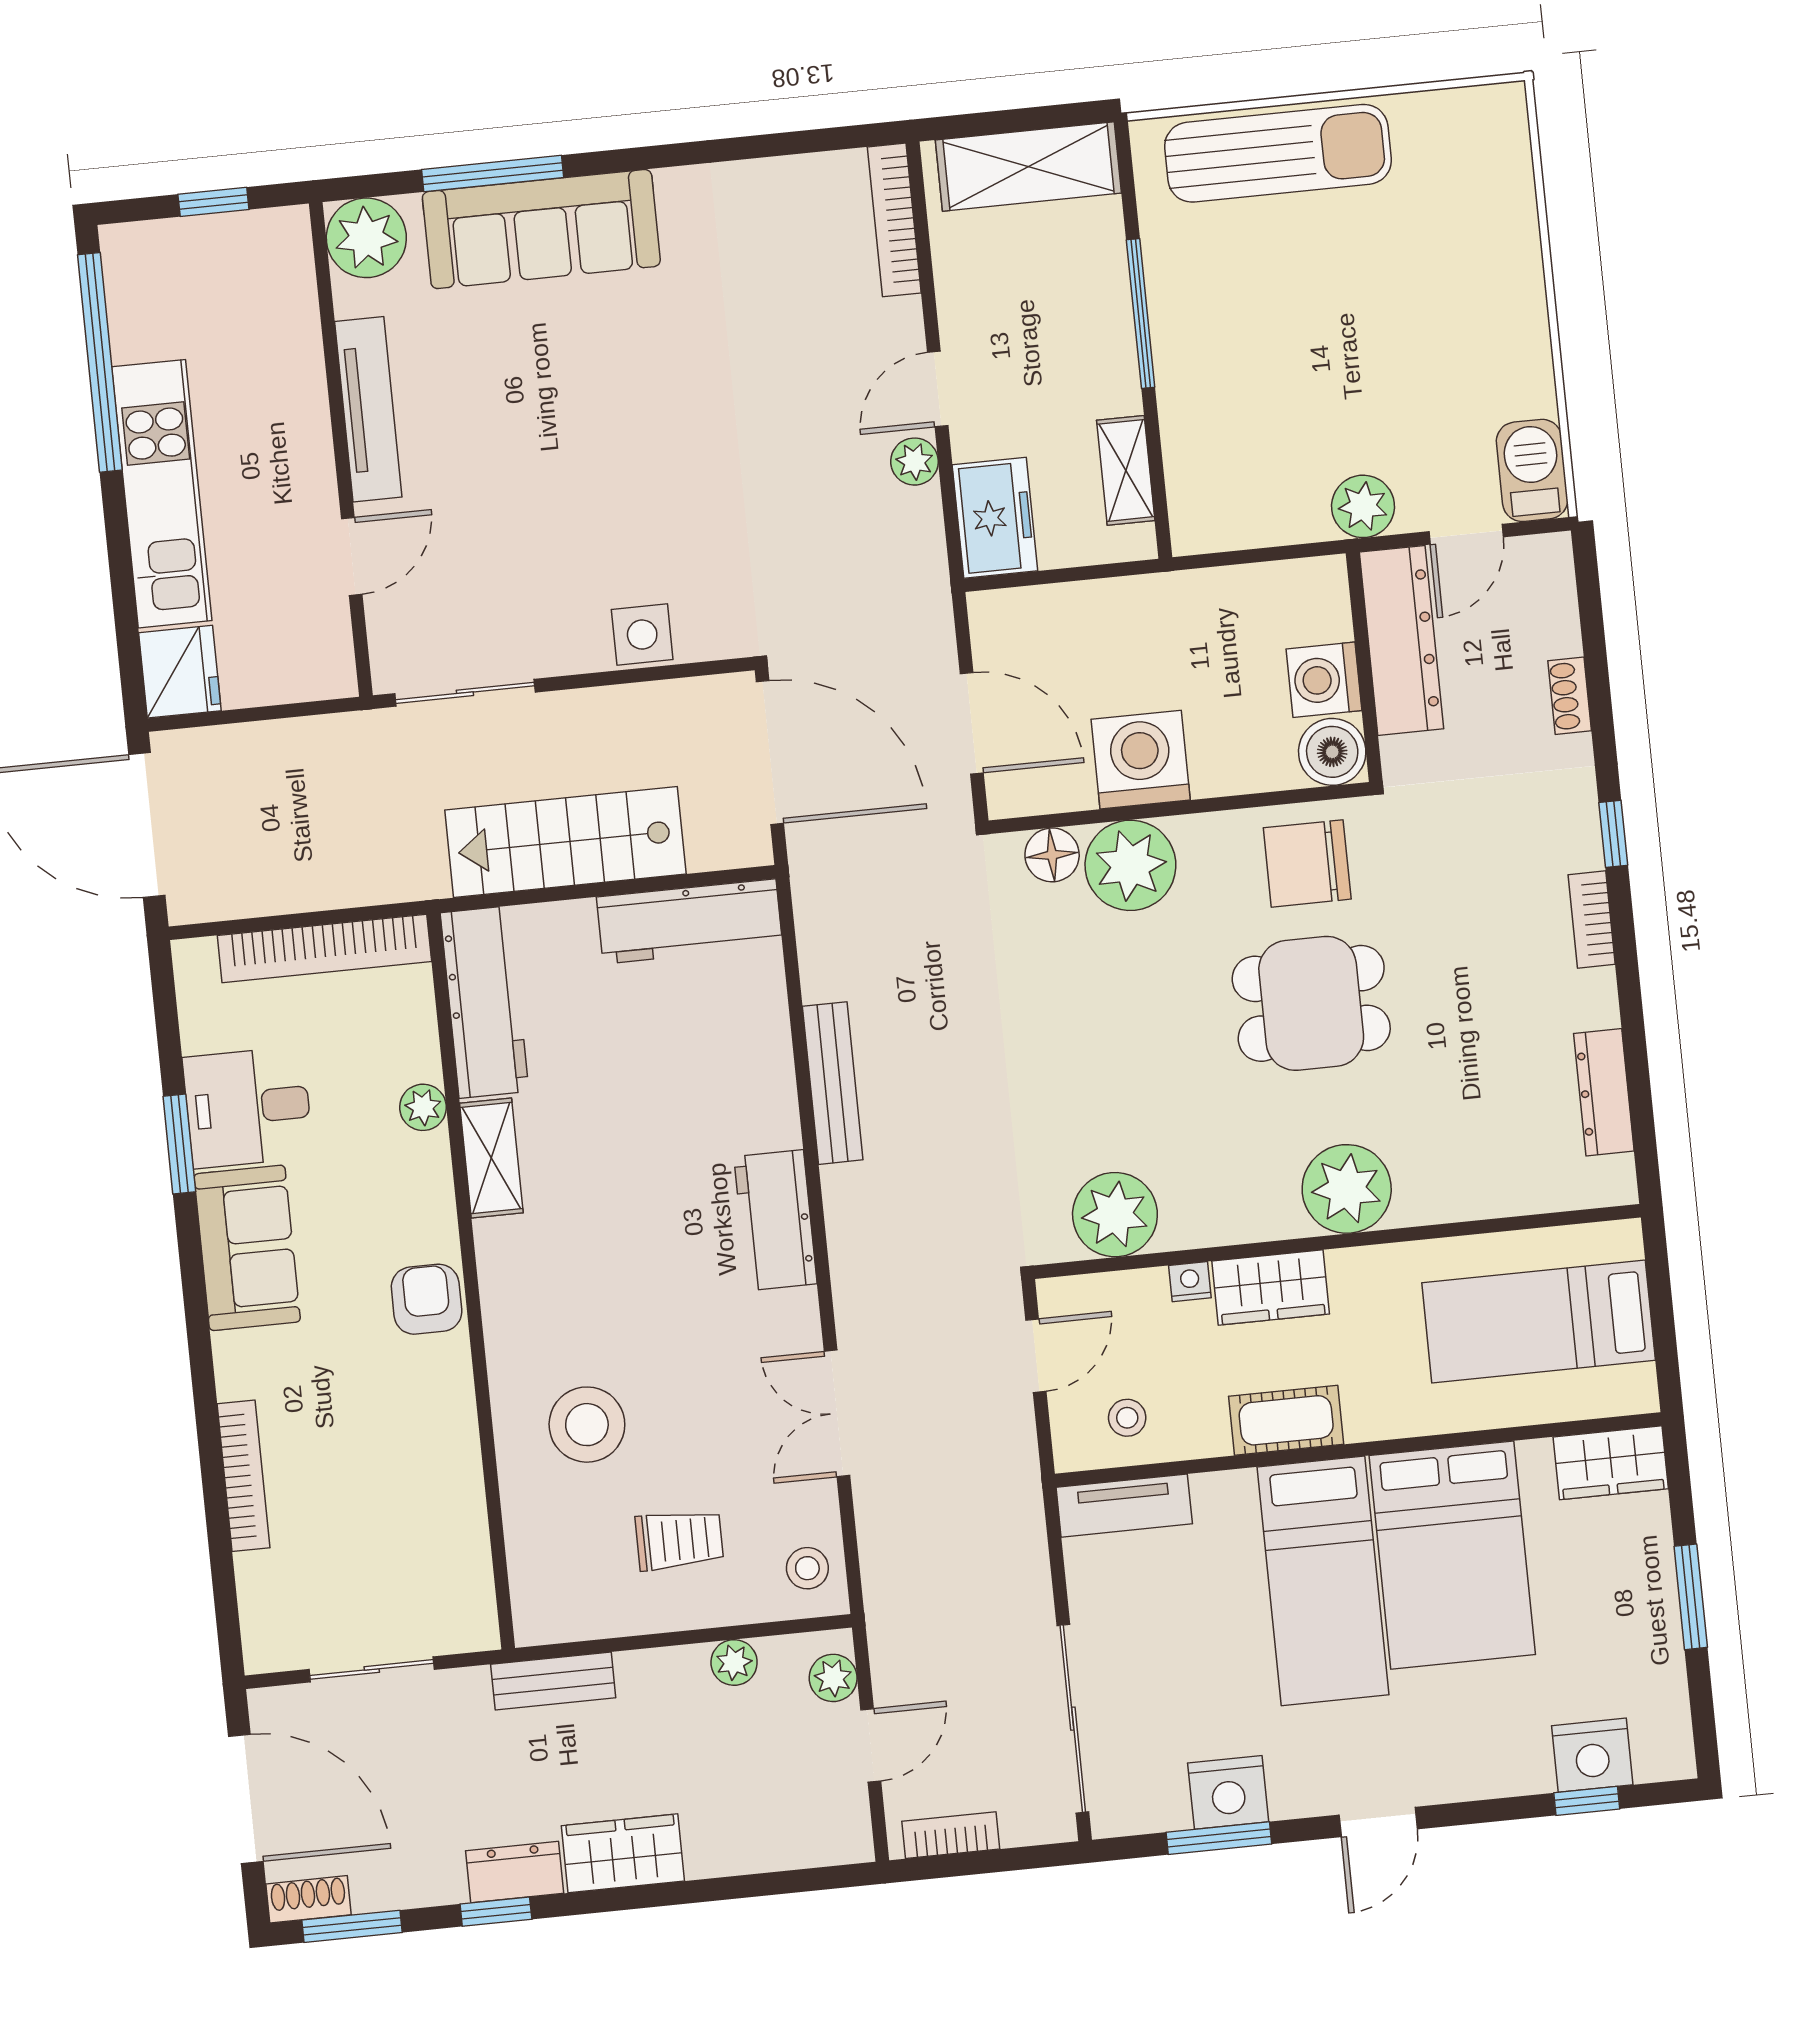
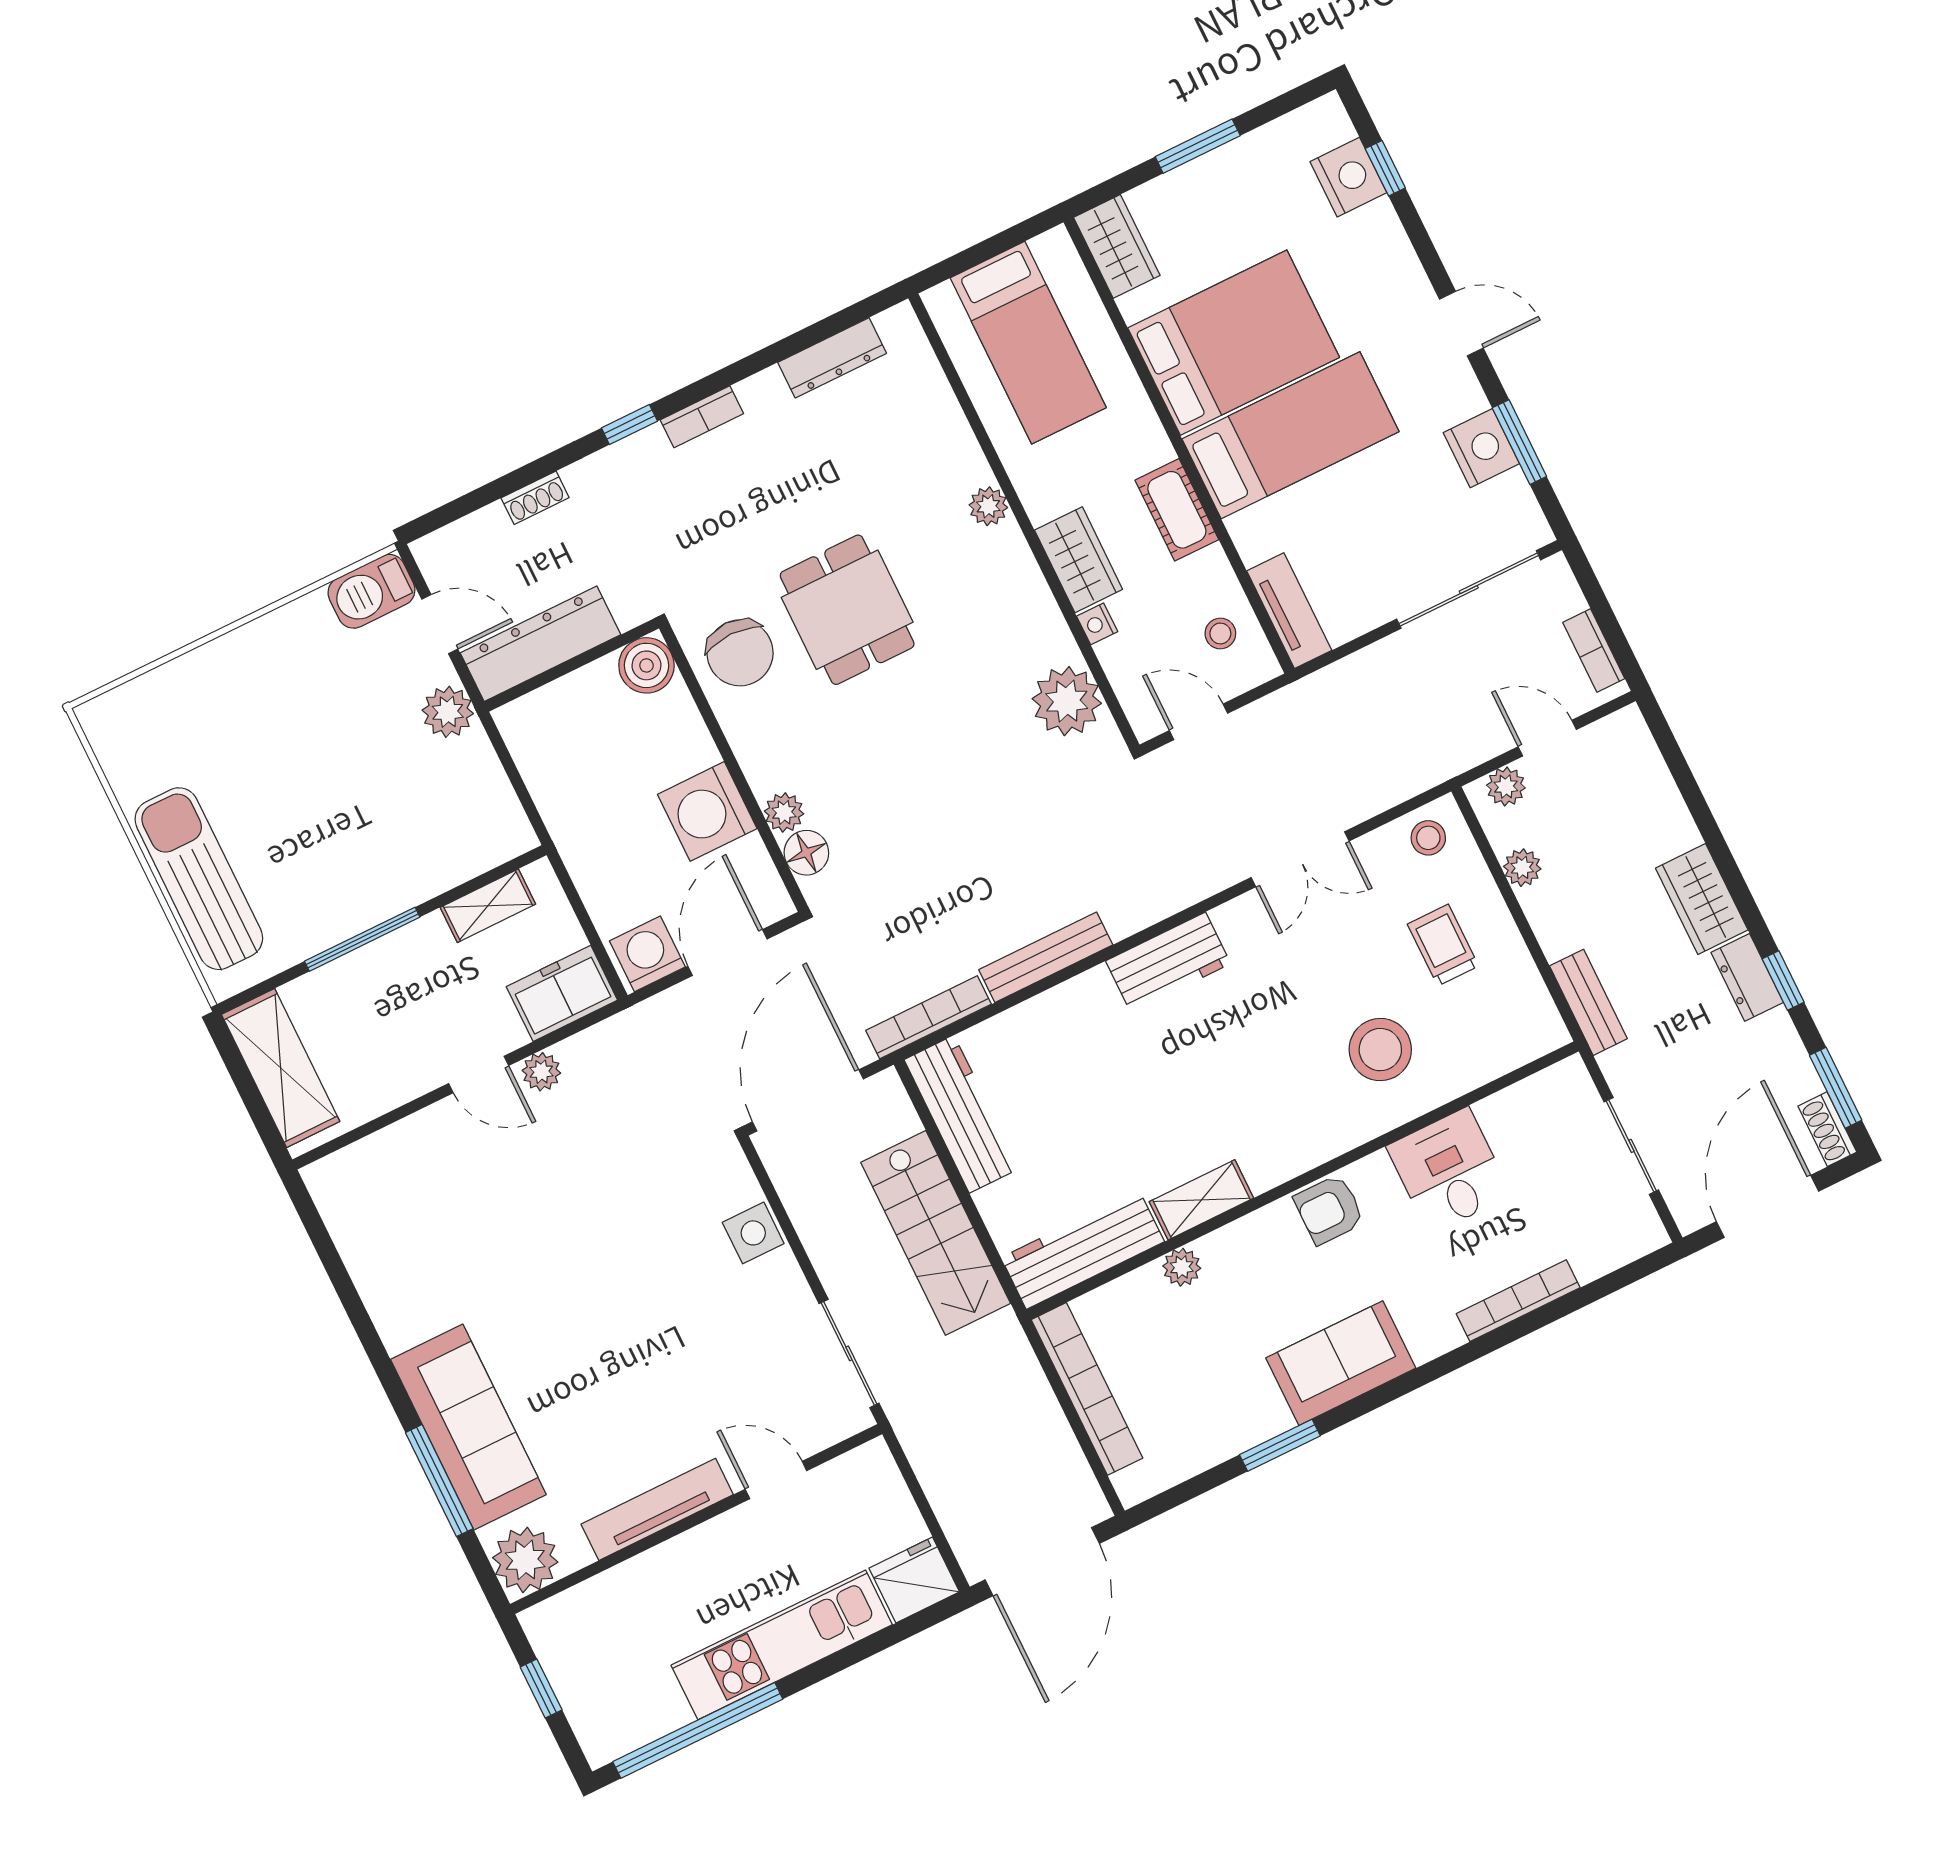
bookcase: (894, 220) -> (929, 1017), moved, turned 180
washing machine: (1324, 680) -> (647, 954), moved, turned 180
plant: (1130, 865) -> (784, 812), width x0.53, depth x0.53
desk: (248, 1107) -> (1449, 1171), moved, turned 180
plant: (1347, 1189) -> (988, 506), width x0.53, depth x0.53

